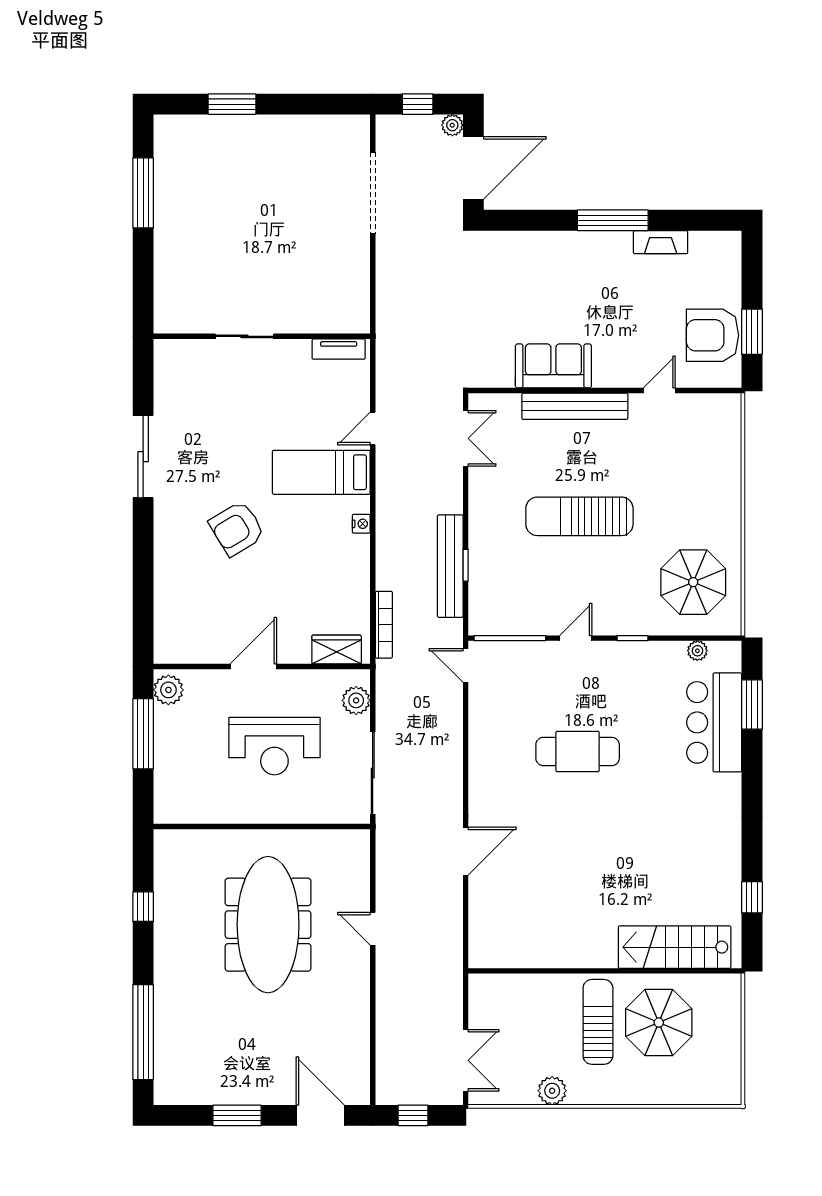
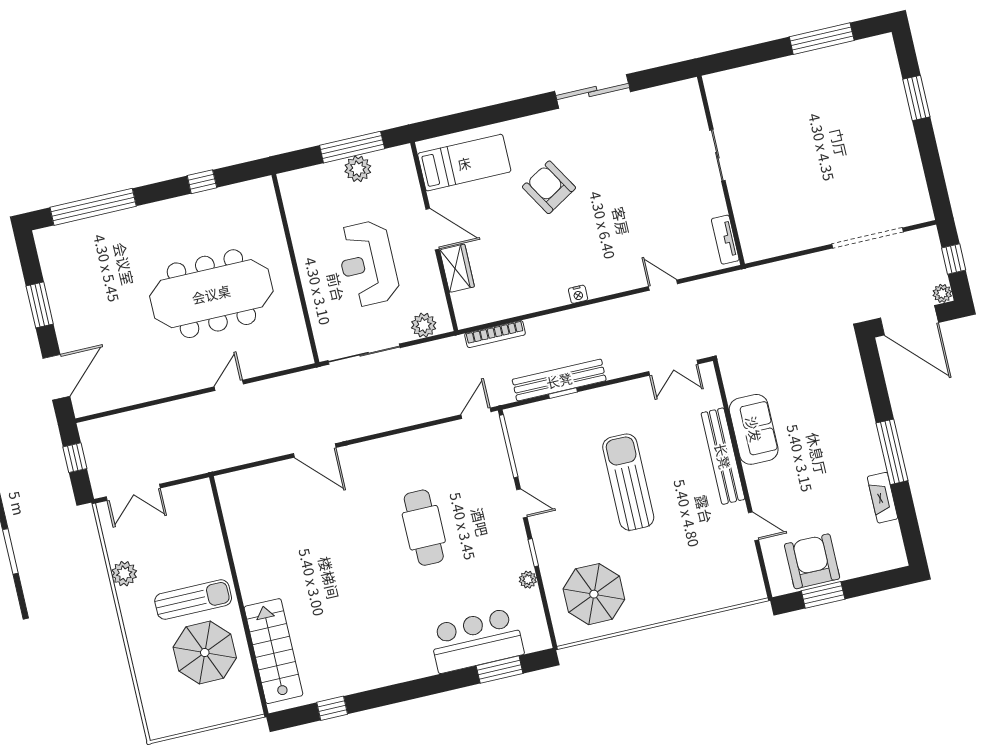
bed: (321, 472) -> (464, 163), moved, turned 90
wardrobe: (337, 650) -> (457, 268), moved
plant: (697, 651) -> (528, 580), moved
plant: (168, 690) -> (358, 169), moved

